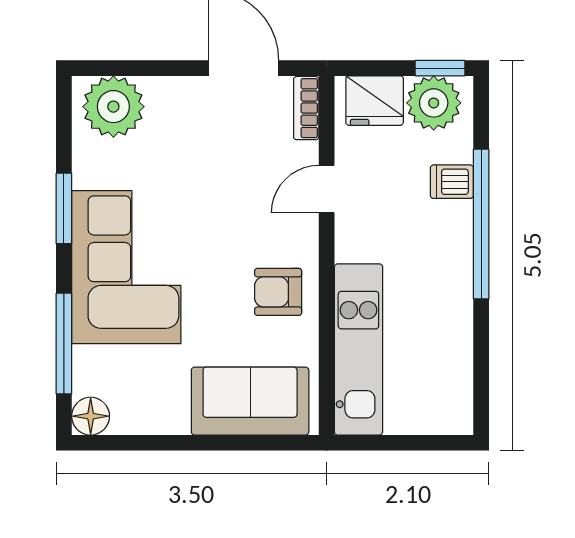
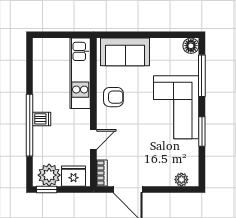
plant: (113, 107) -> (181, 180), width x0.53, depth x0.53
dishwasher: (452, 182) -> (42, 119), moved

